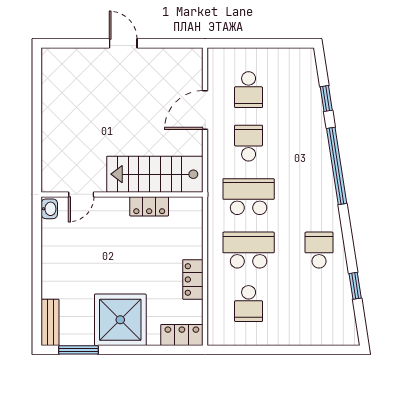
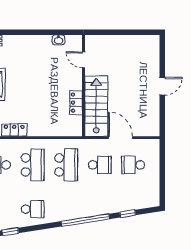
stairs: (155, 174) -> (96, 106), moved
door: (81, 194) -> (83, 60), moved
wall: (122, 194) -> (83, 86), moved
locker: (149, 206) -> (76, 103), moved

